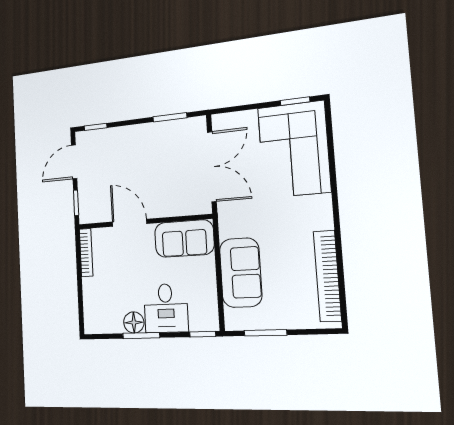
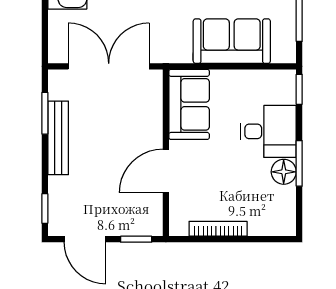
bench: (151, 131) -> (58, 138), added
bookcase: (86, 253) -> (218, 229), moved

